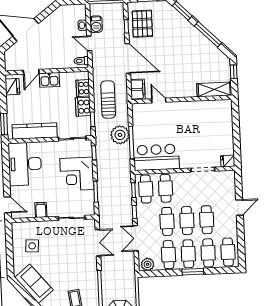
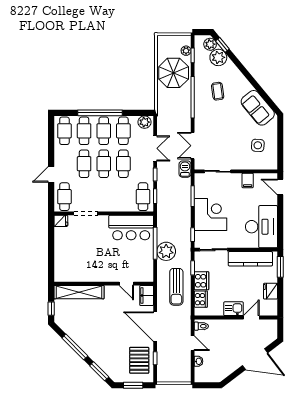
barbecue: (96, 24) -> (185, 169), moved
fridge: (12, 87) -> (270, 291), moved
shelving: (214, 89) -> (79, 292), width x1.47
cafe table: (166, 188) -> (64, 197), moved
window: (193, 272) -> (100, 113), width x2.11

